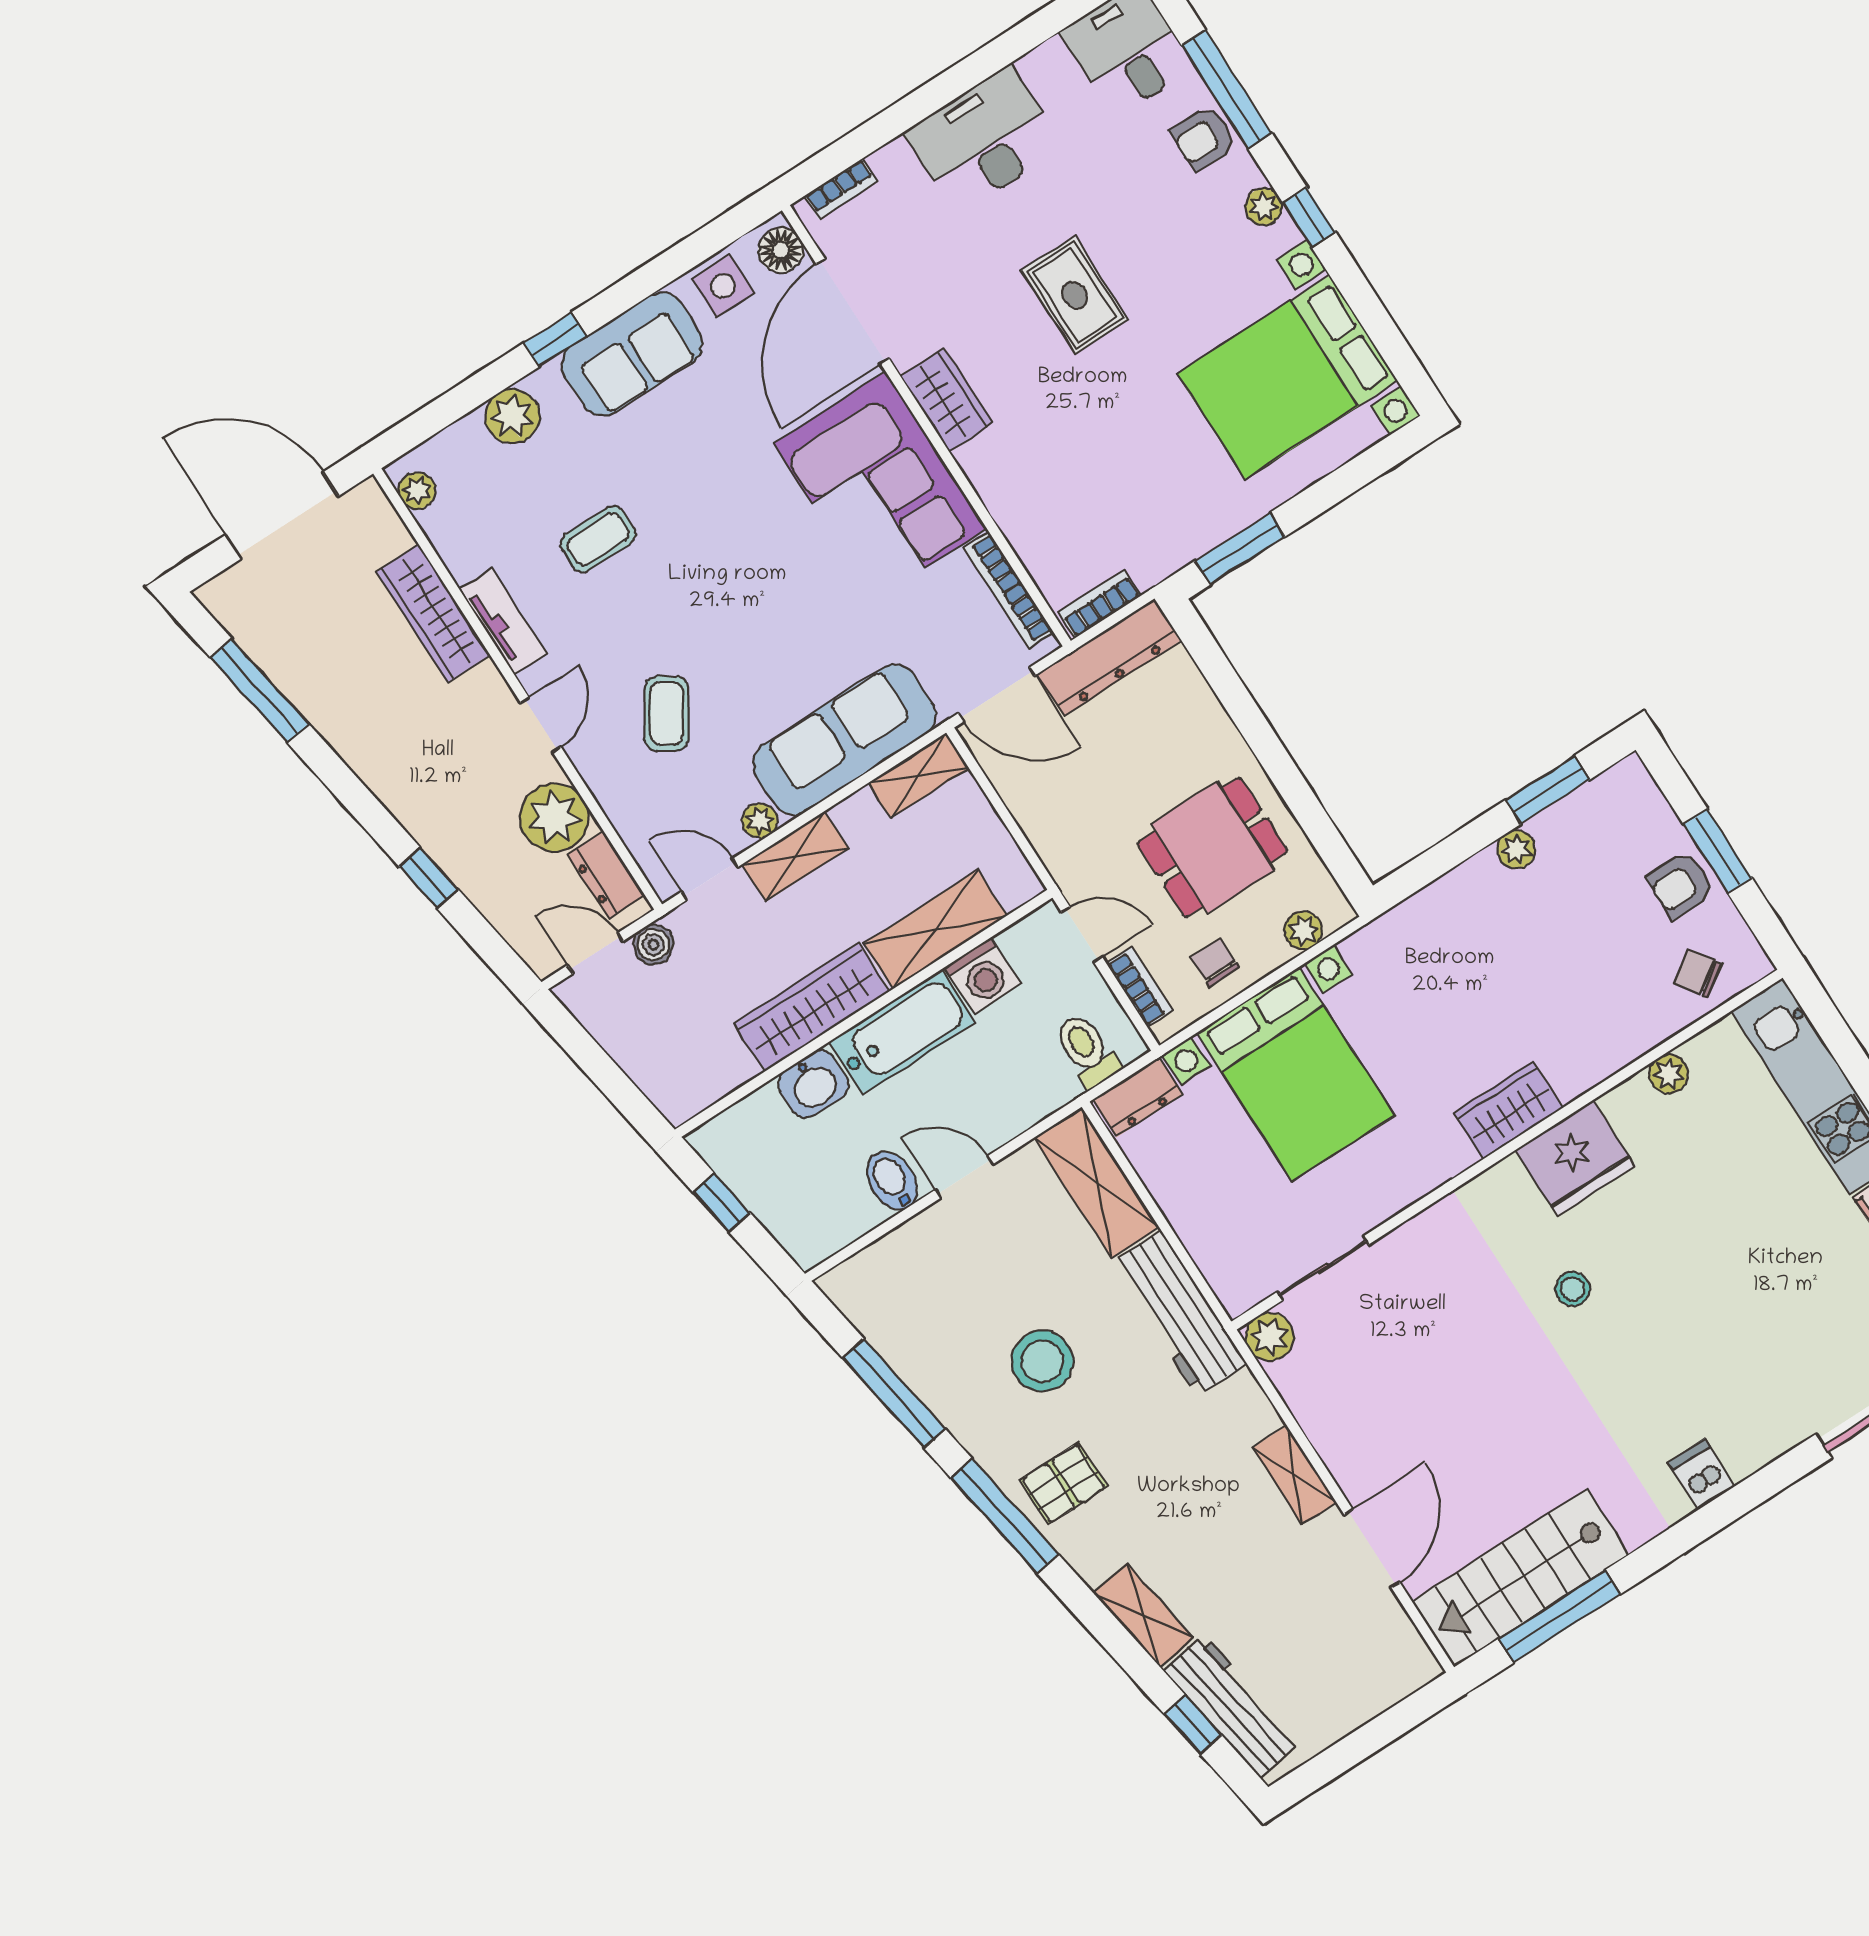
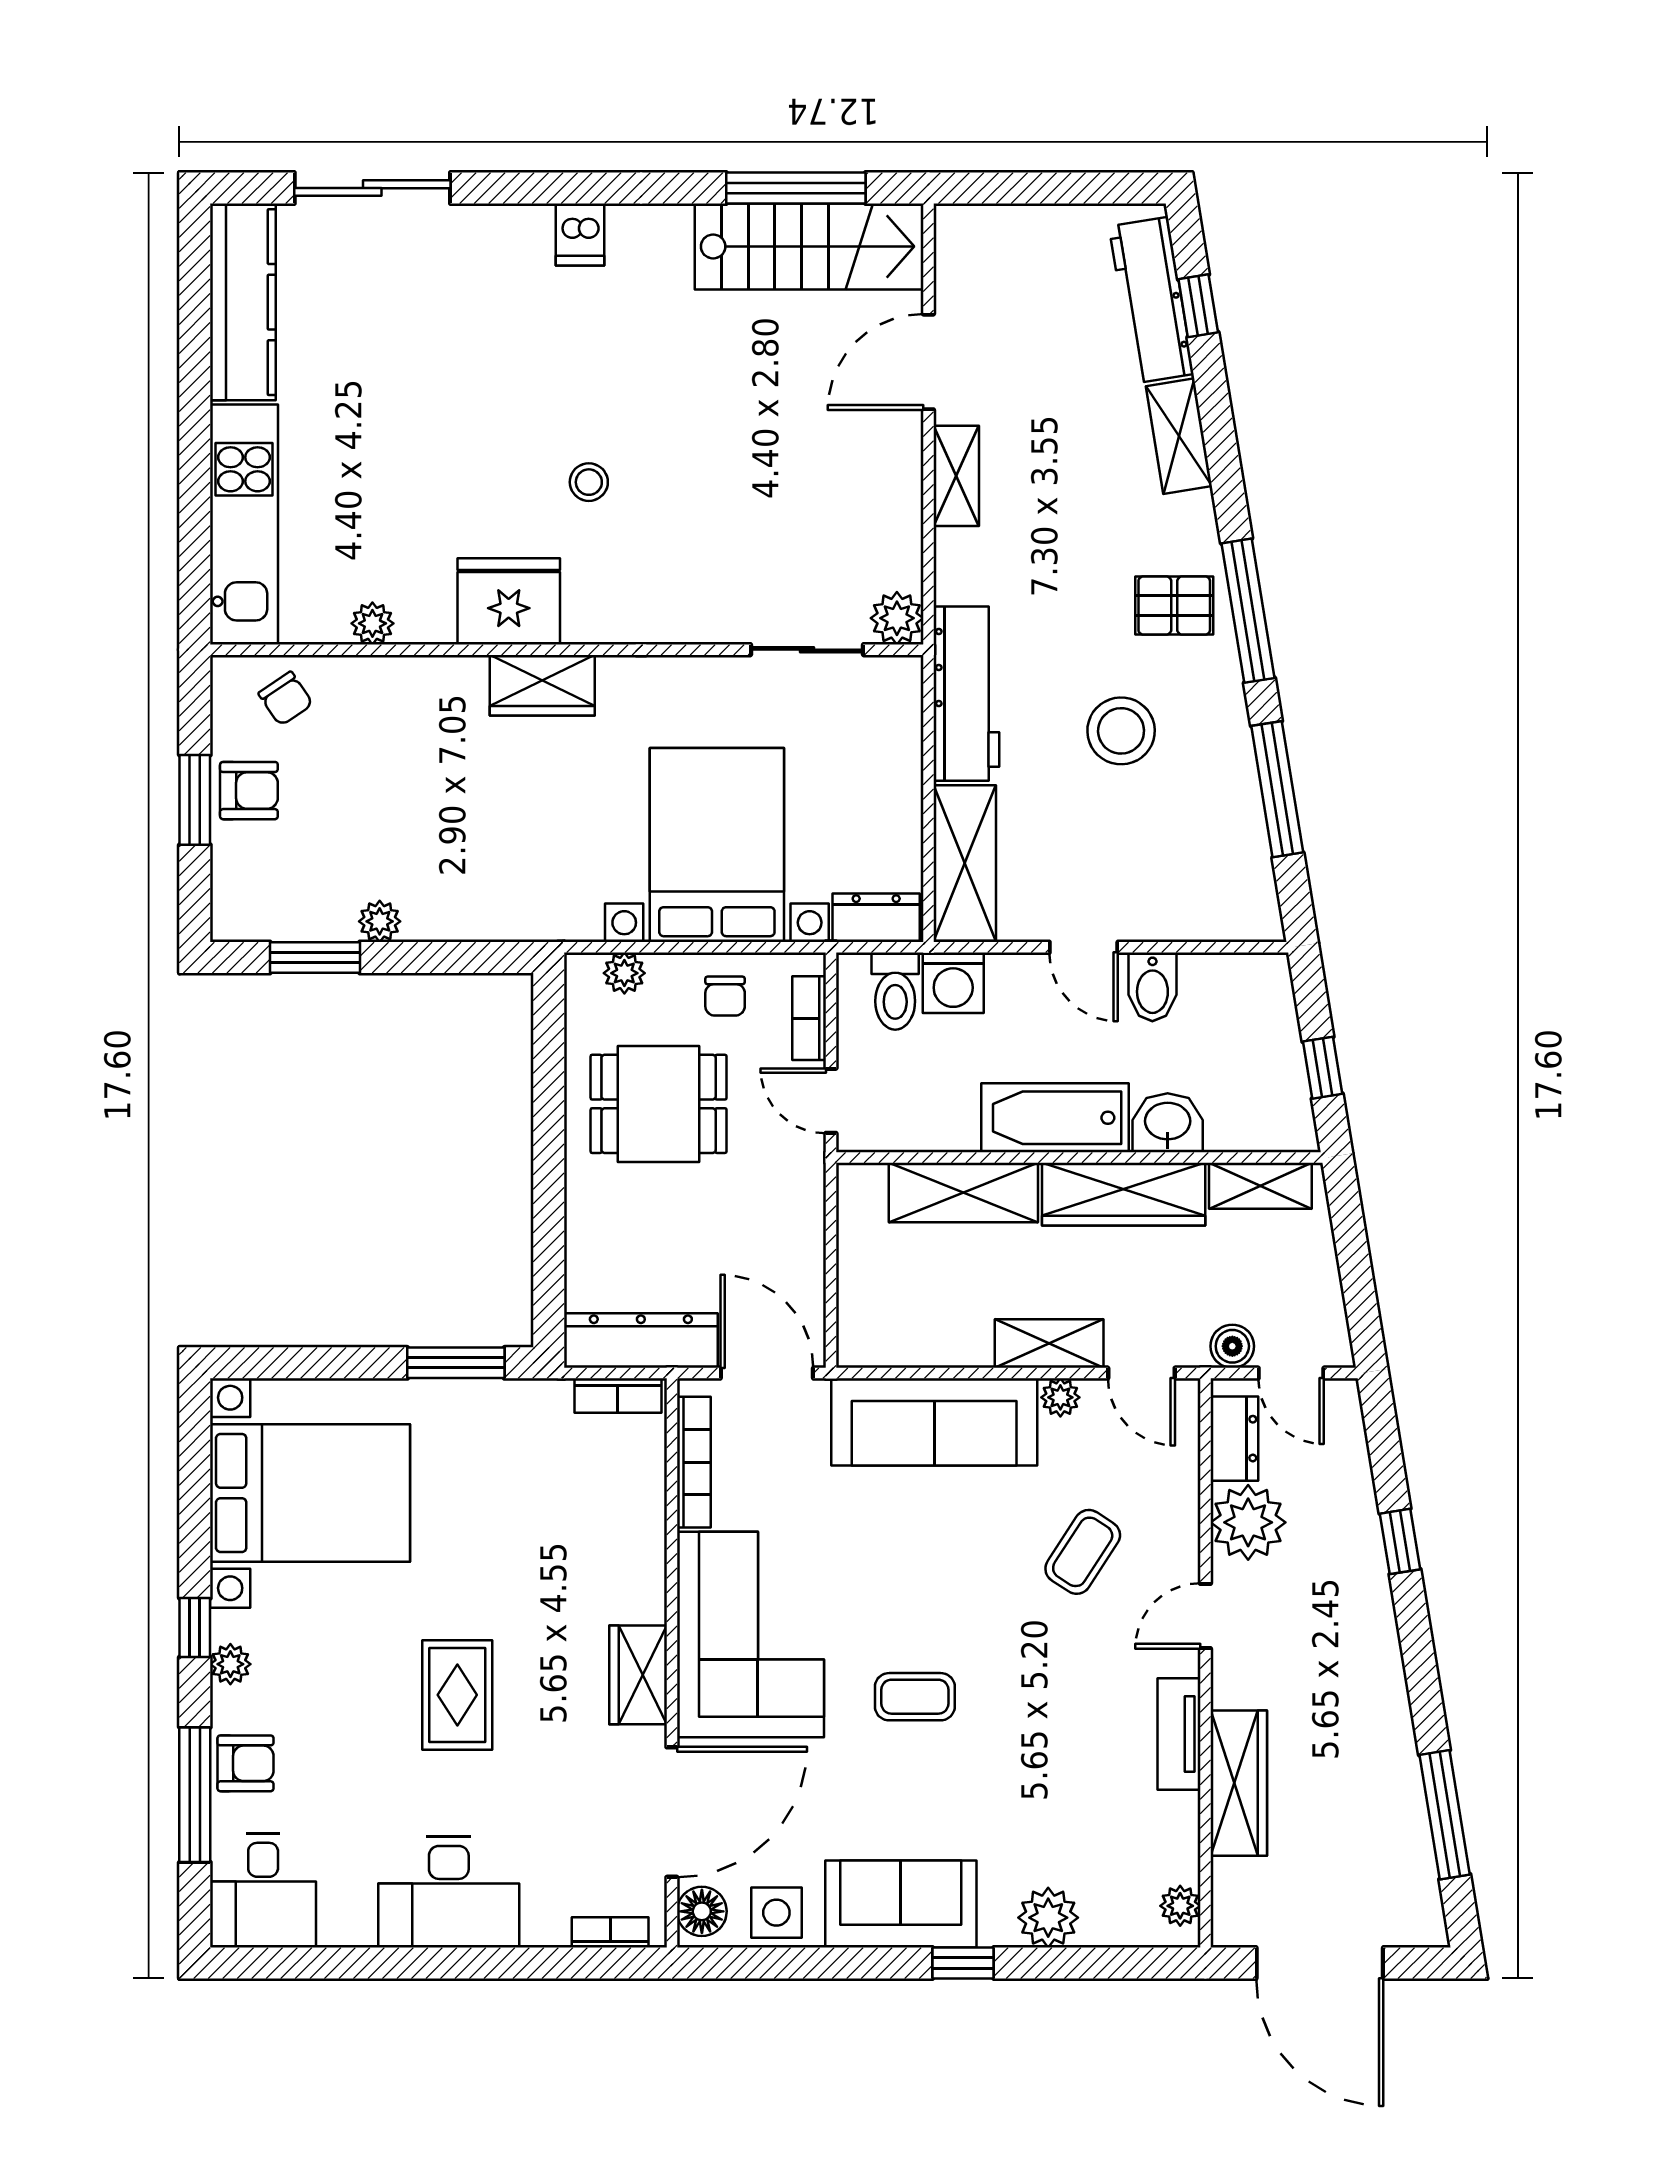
coffee table: (598, 539) -> (915, 1697), moved
shelving: (918, 775) -> (1260, 1186), moved
washing machine: (983, 975) -> (953, 983), moved, turned 180

